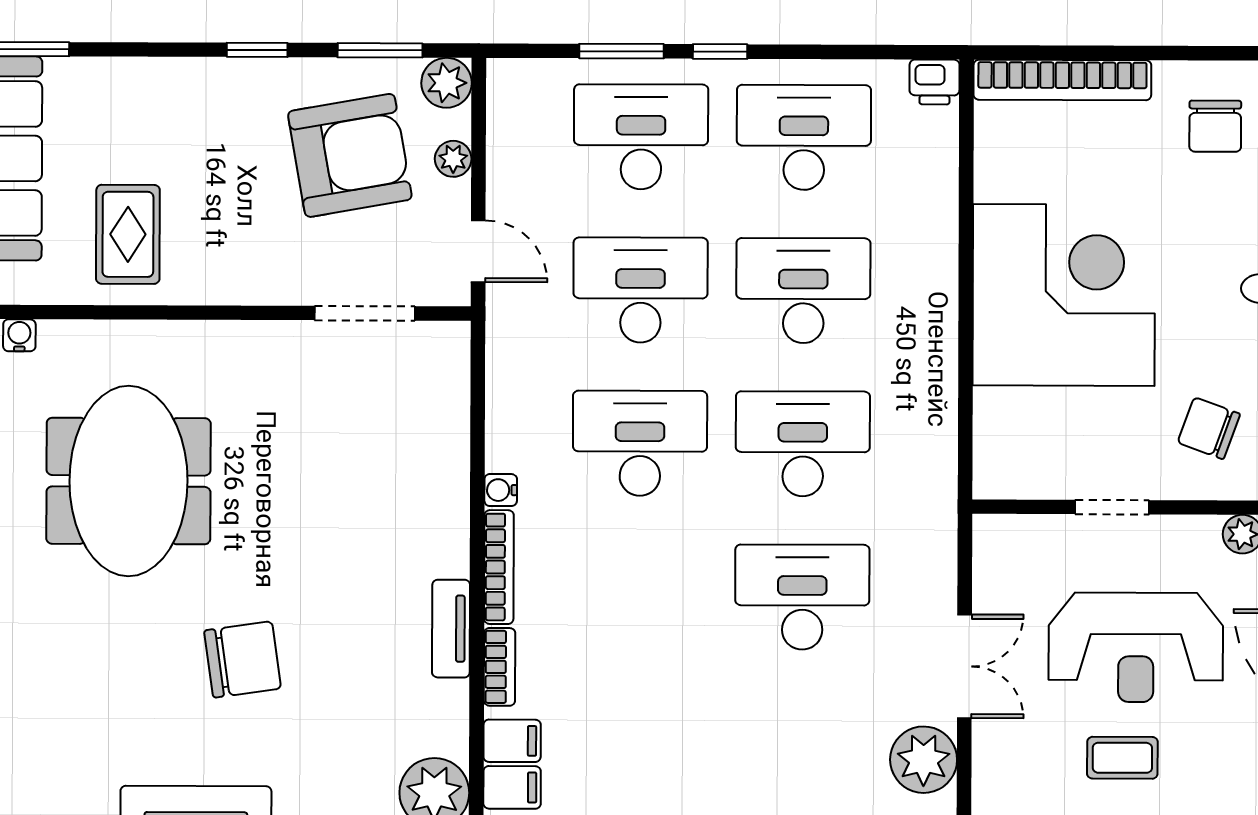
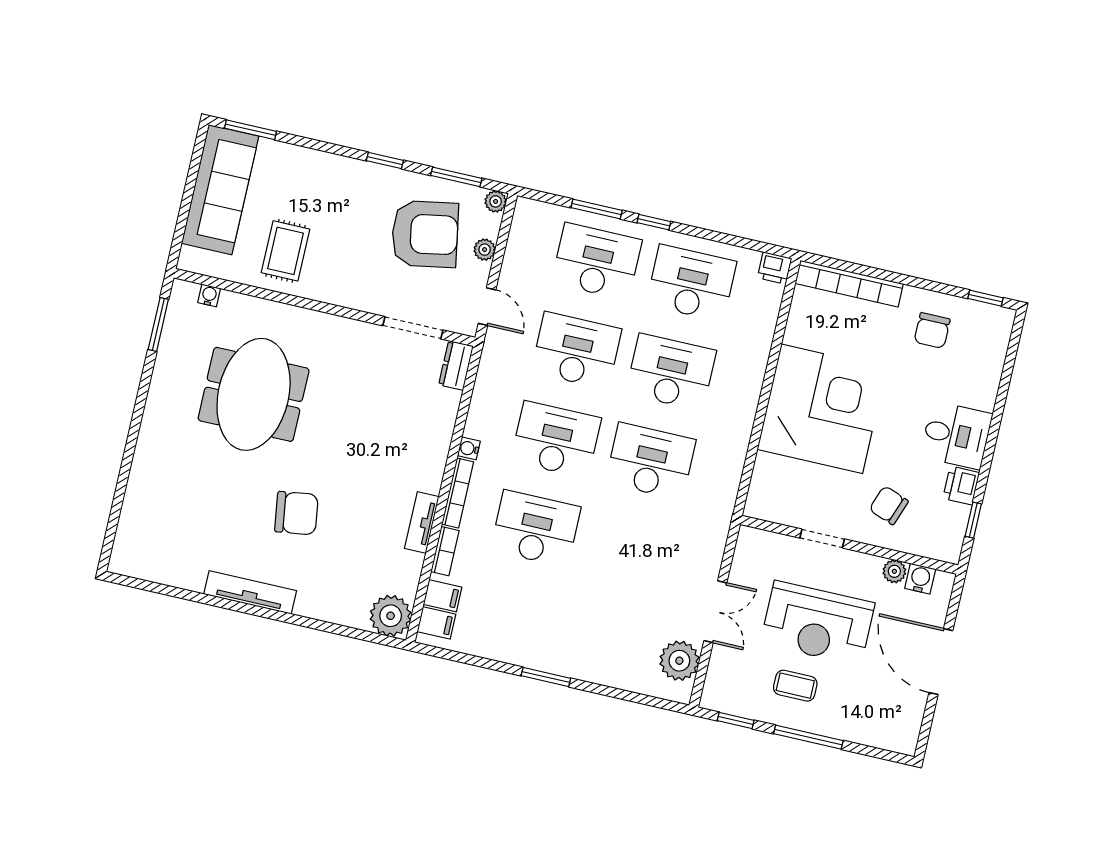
plant: (447, 83) -> (496, 201), width x0.73, depth x0.73
dresser: (449, 359) -> (456, 365), added
desk: (802, 597) -> (536, 529), moved

